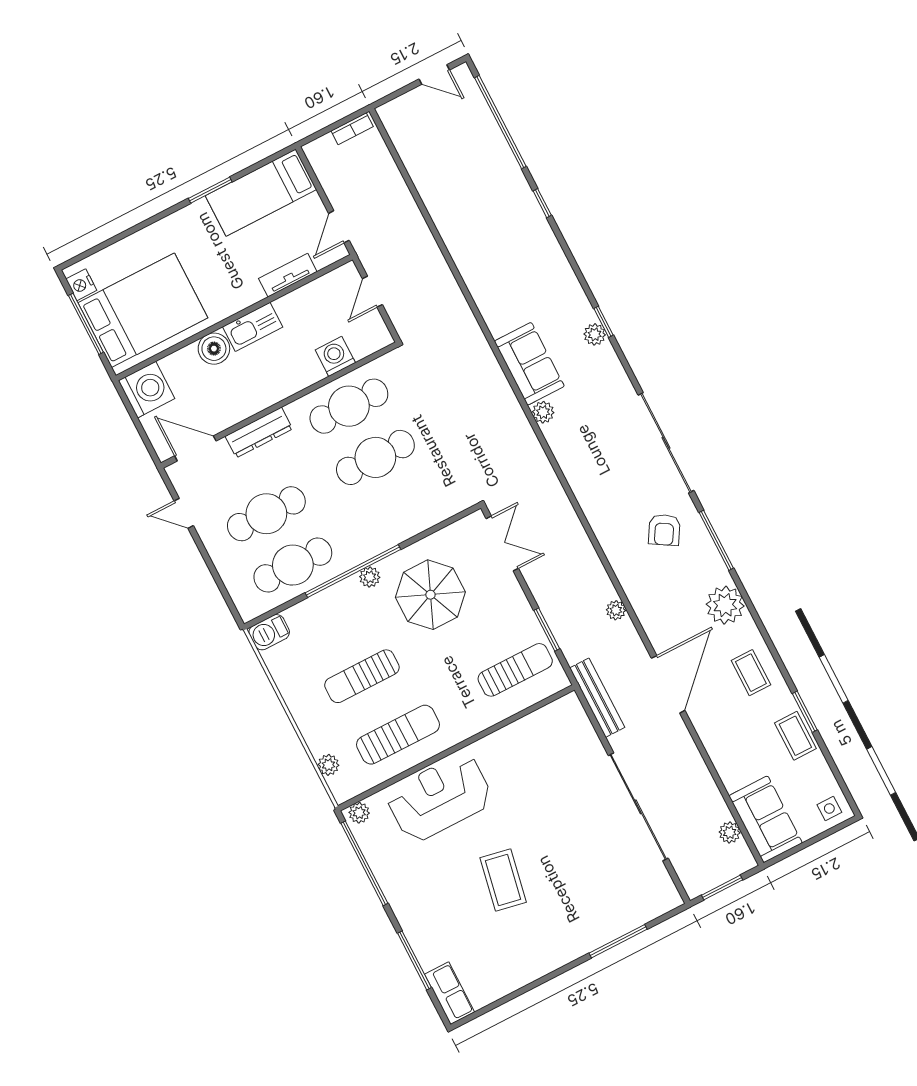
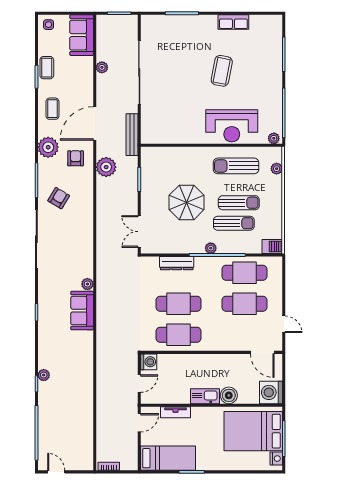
plant: (595, 334) -> (44, 375), moved
washing machine: (335, 356) -> (149, 362), moved, turned -90
dresser: (259, 432) -> (177, 263), moved, turned 180
parasol: (430, 595) -> (187, 202), moved
plant: (616, 610) -> (106, 167), width x1.88, depth x1.88
armchair: (670, 610) -> (76, 158), added
sun lounger: (515, 670) -> (234, 223), moved, turned 180
plant: (730, 832) -> (102, 67), moved
row of seats: (450, 993) -> (233, 22), moved, turned -90

